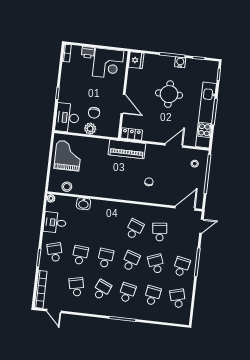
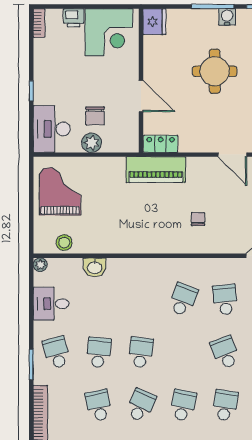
door: (174, 145) -> (232, 155), swing flipped
school desk: (131, 261) -> (183, 352), removed

